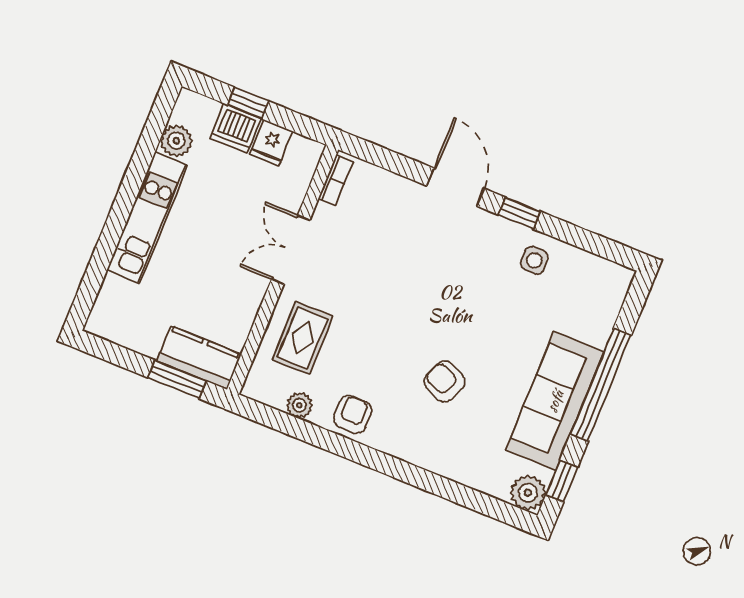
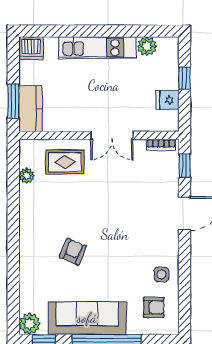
dishwasher: (236, 128) -> (31, 48), moved, turned -90
window: (519, 213) -> (185, 166), moved
double door: (291, 250) -> (112, 135), swing flipped
armchair: (353, 414) -> (154, 307), moved

